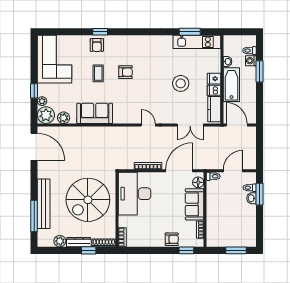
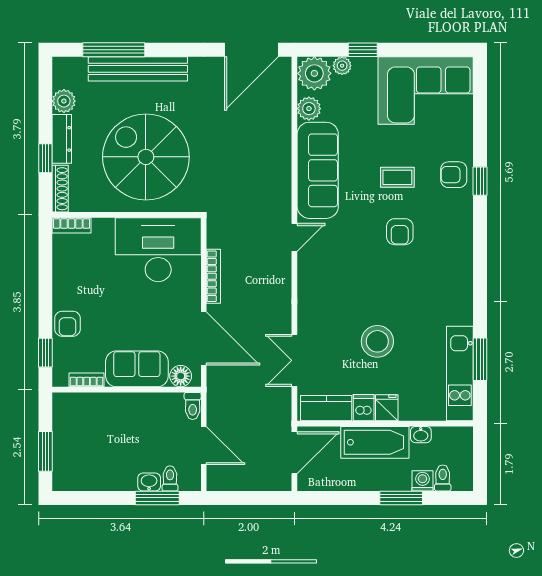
sofa: (95, 113) -> (318, 170), width x1.36
door: (148, 125) -> (294, 237), moved

